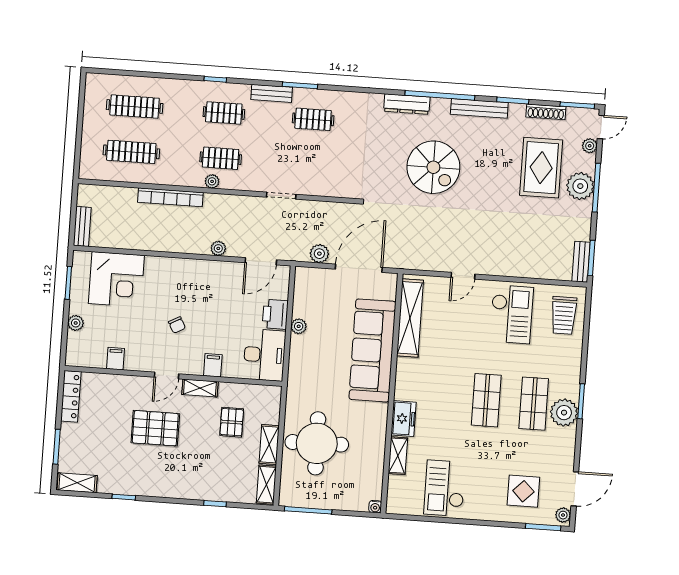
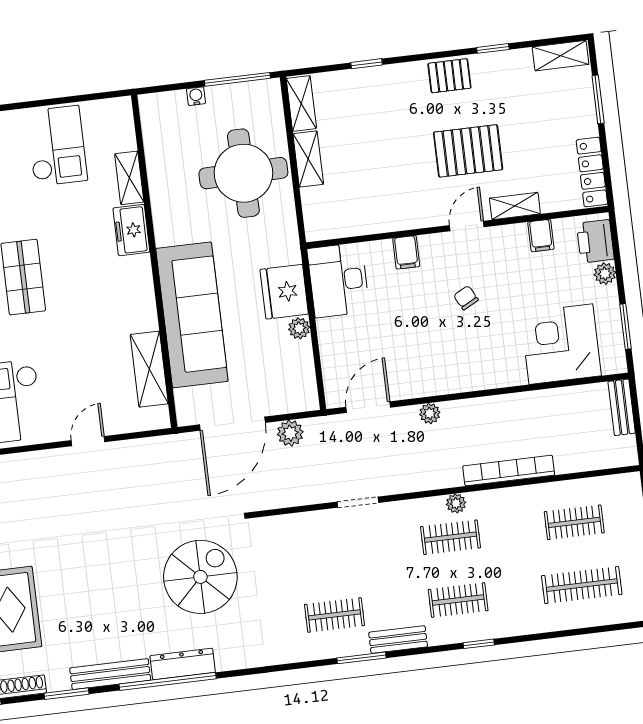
dresser: (407, 104) -> (183, 664), moved
clothes rail: (131, 152) -> (574, 522), width x0.73
spiral stairs: (433, 167) -> (200, 577), moved, turned 90
printer: (275, 314) -> (595, 241), moved, turned 180
shelving: (410, 318) -> (149, 369), width x0.68
fridge: (304, 354) -> (284, 292), added
shelving: (200, 388) -> (515, 206), moved
pallet: (232, 422) -> (449, 76), moved, turned 90
water cooler: (375, 507) -> (196, 96), moved

